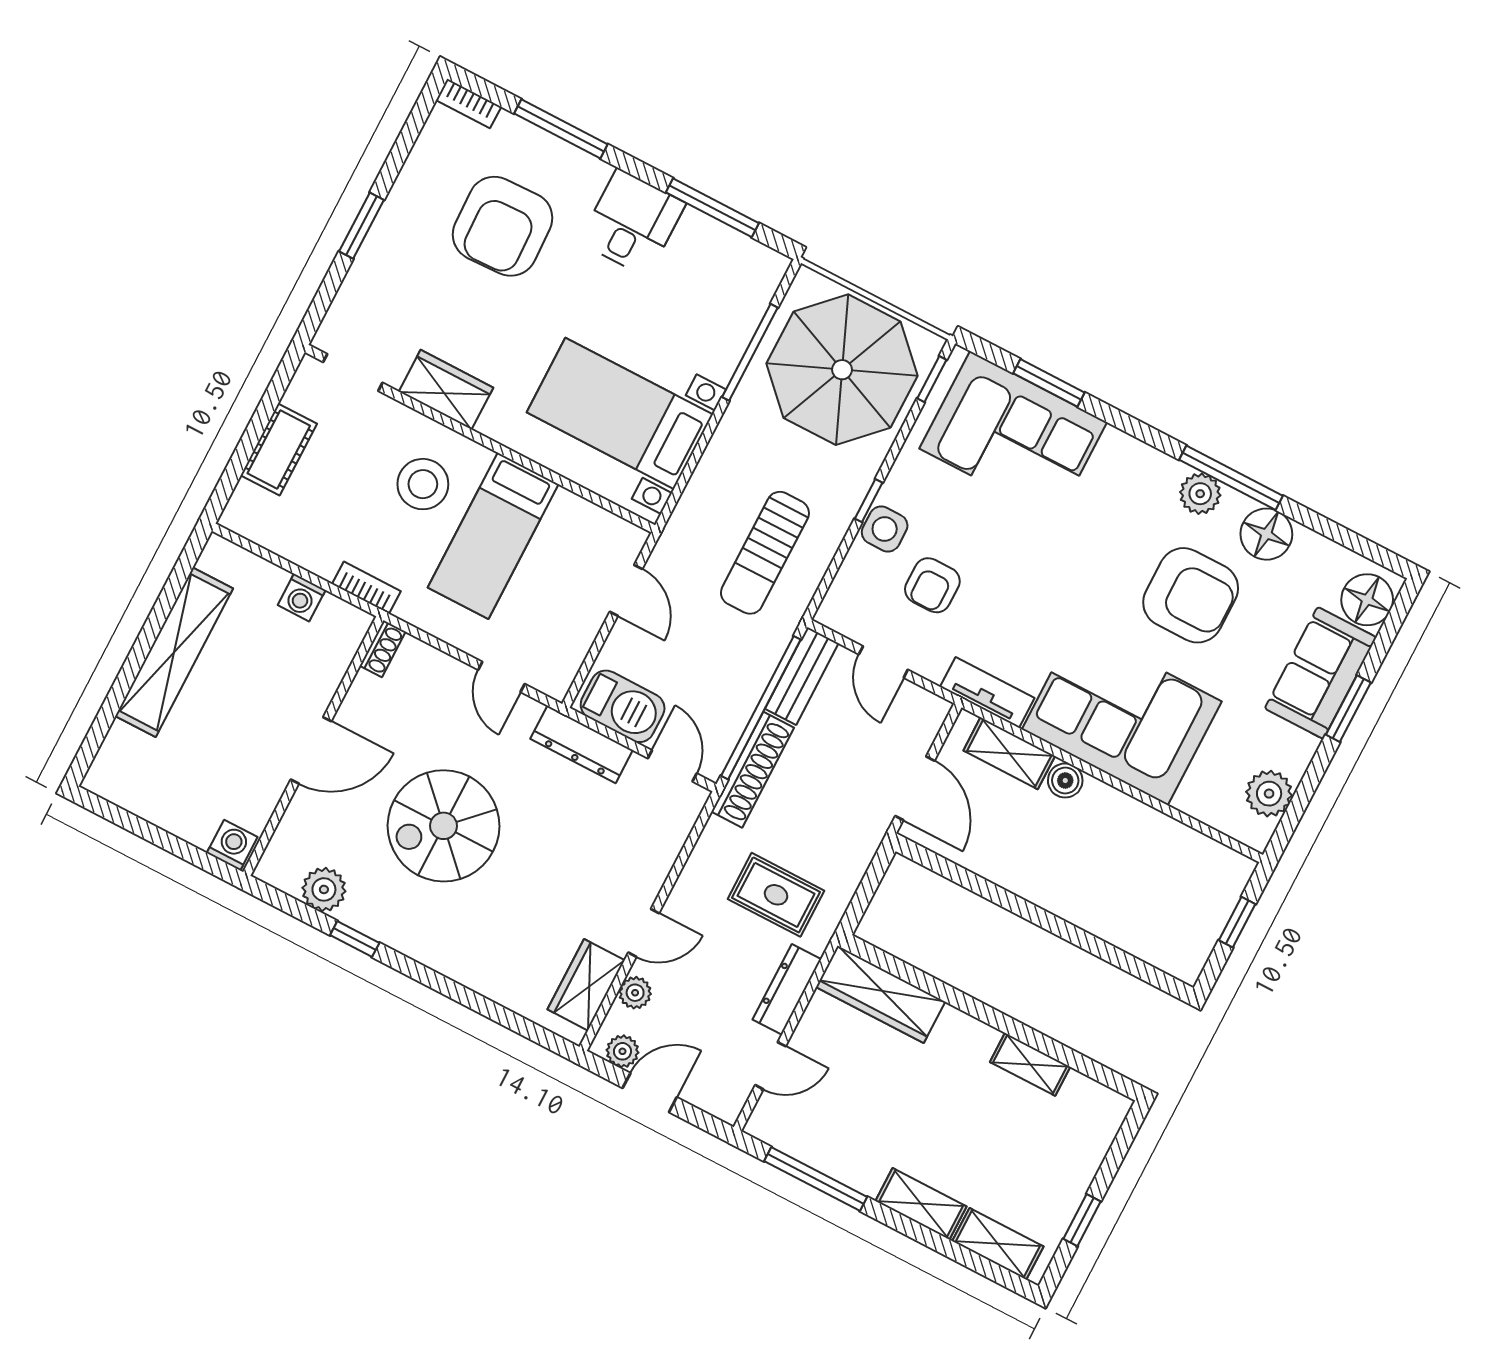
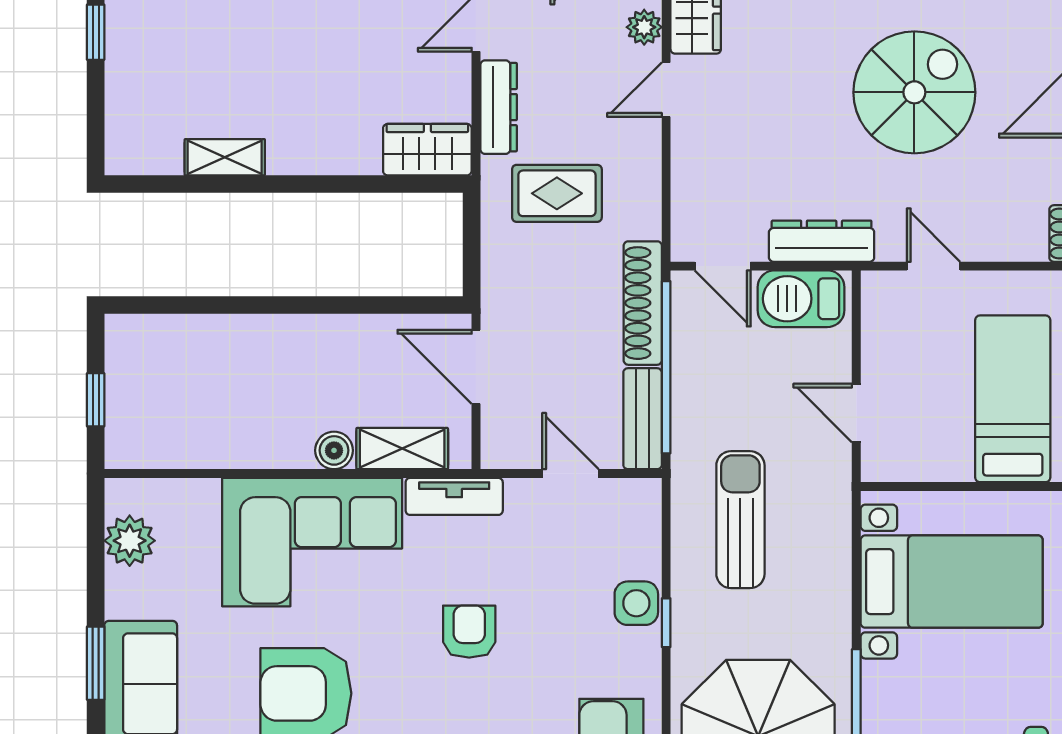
armchair: (932, 585) -> (469, 632), moved
wardrobe: (881, 994) -> (427, 150), width x0.67

